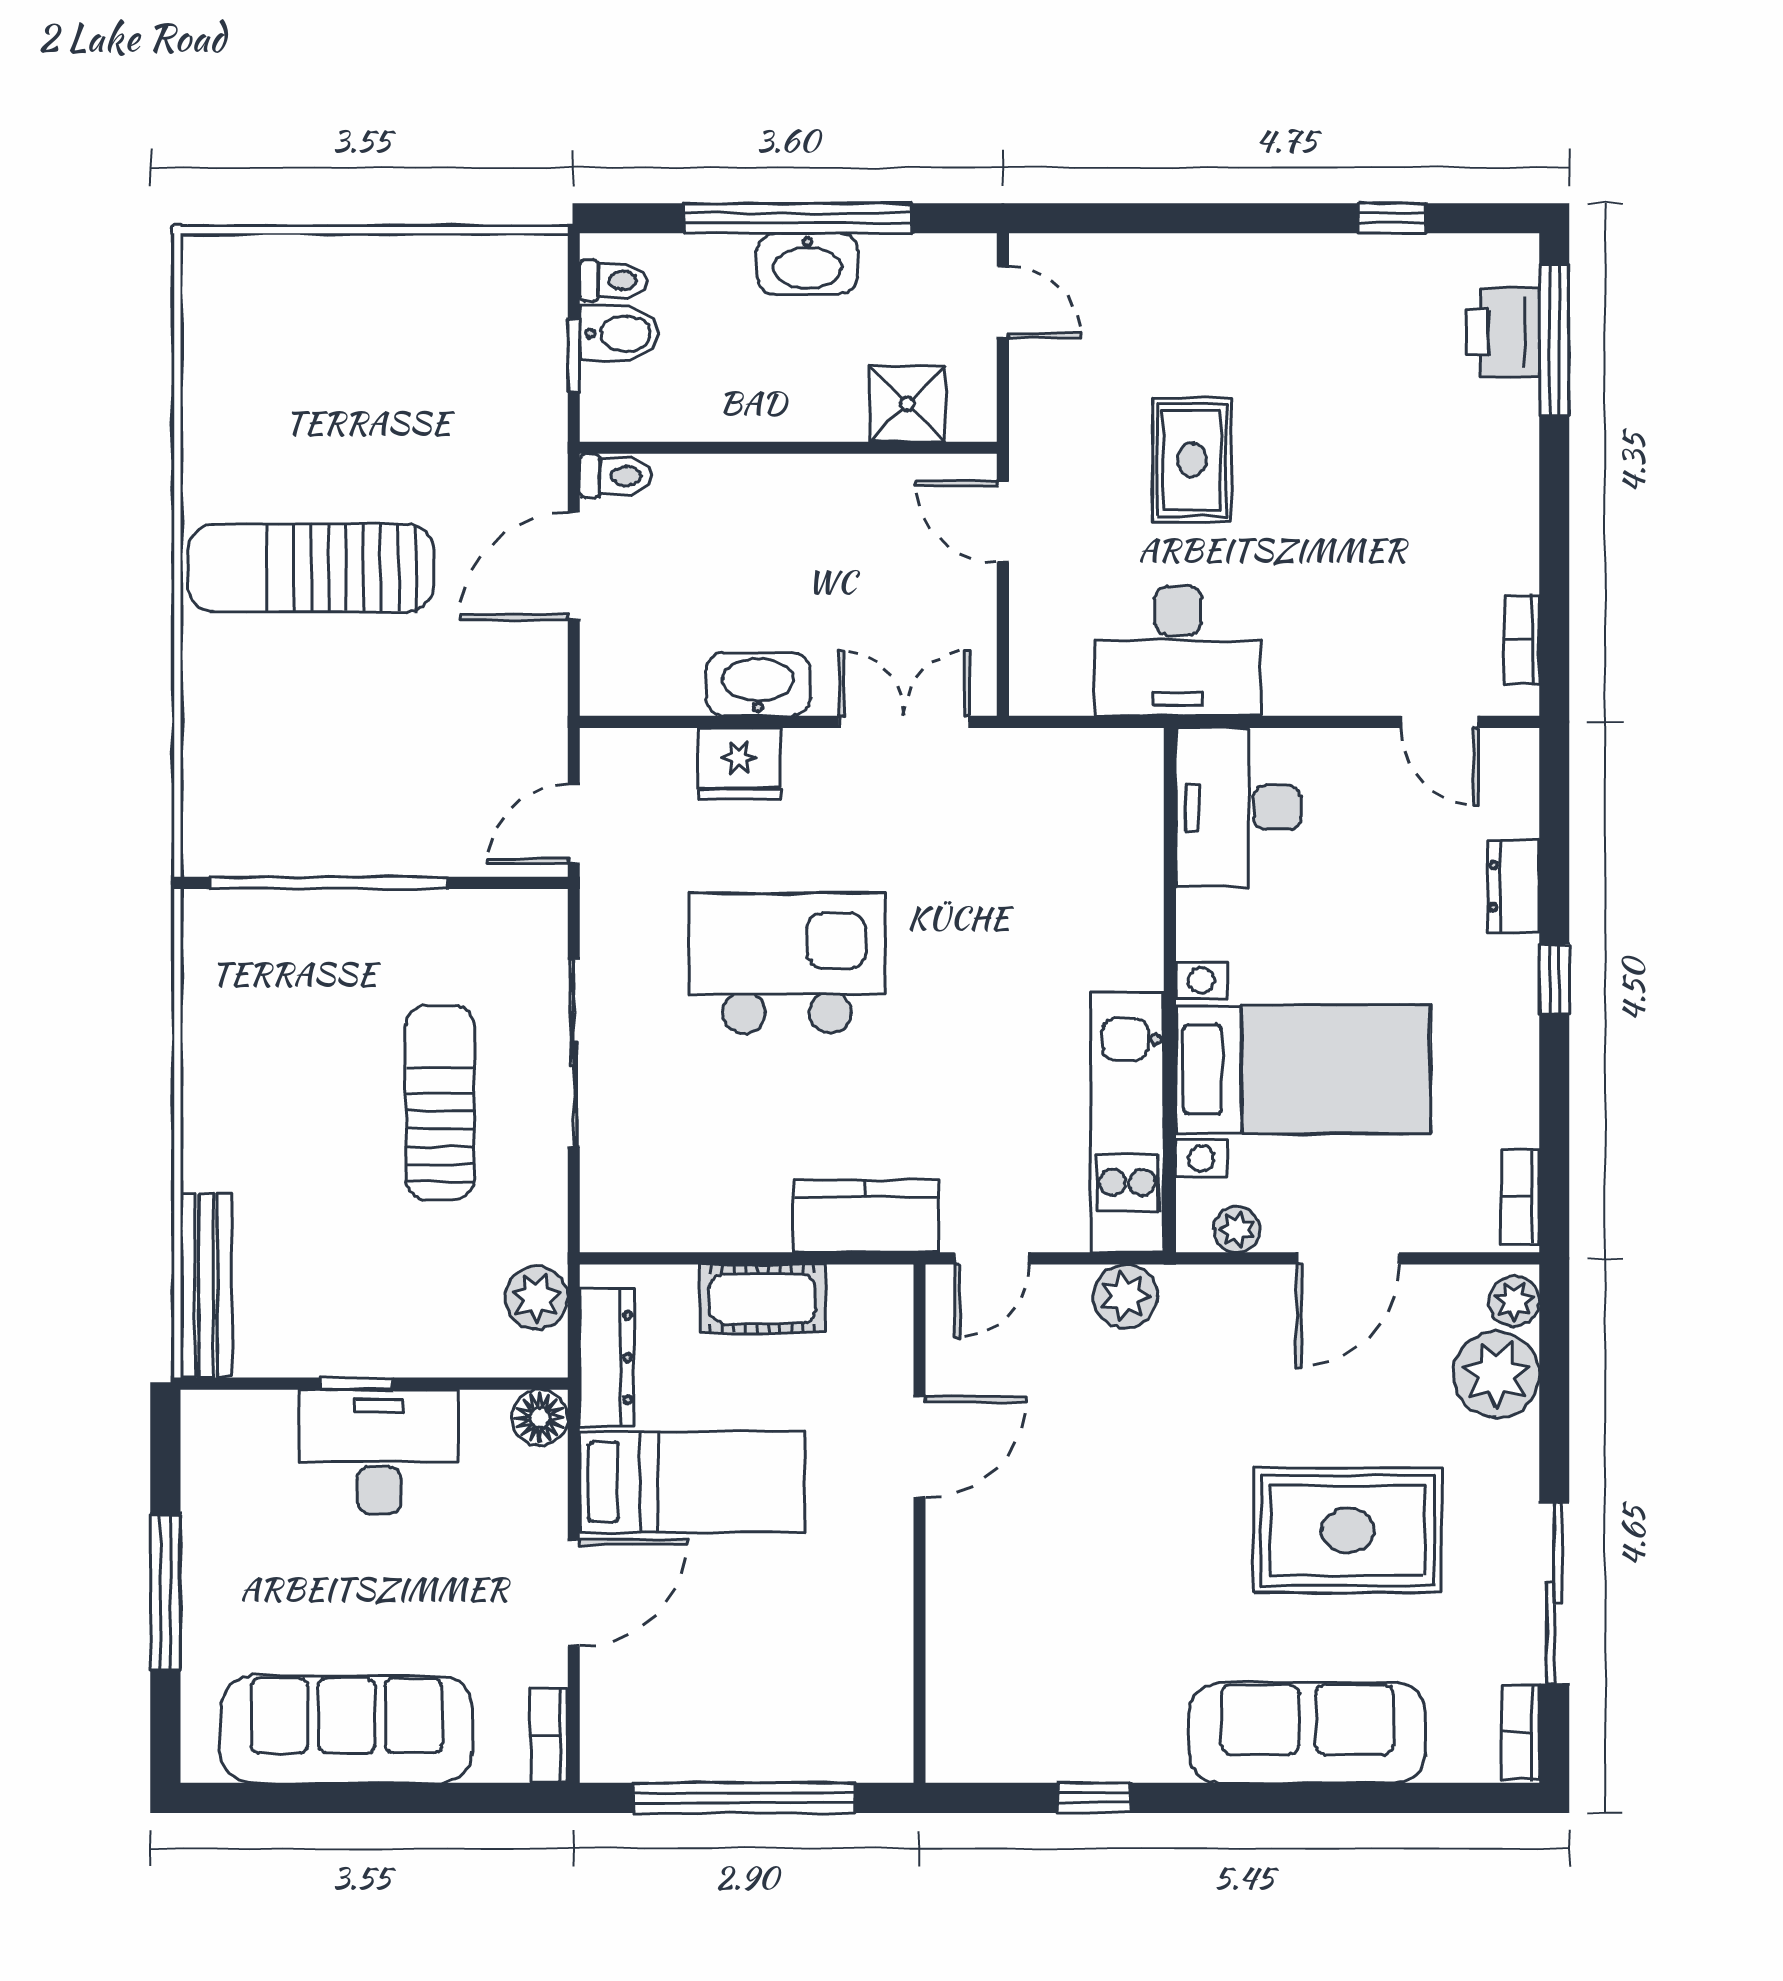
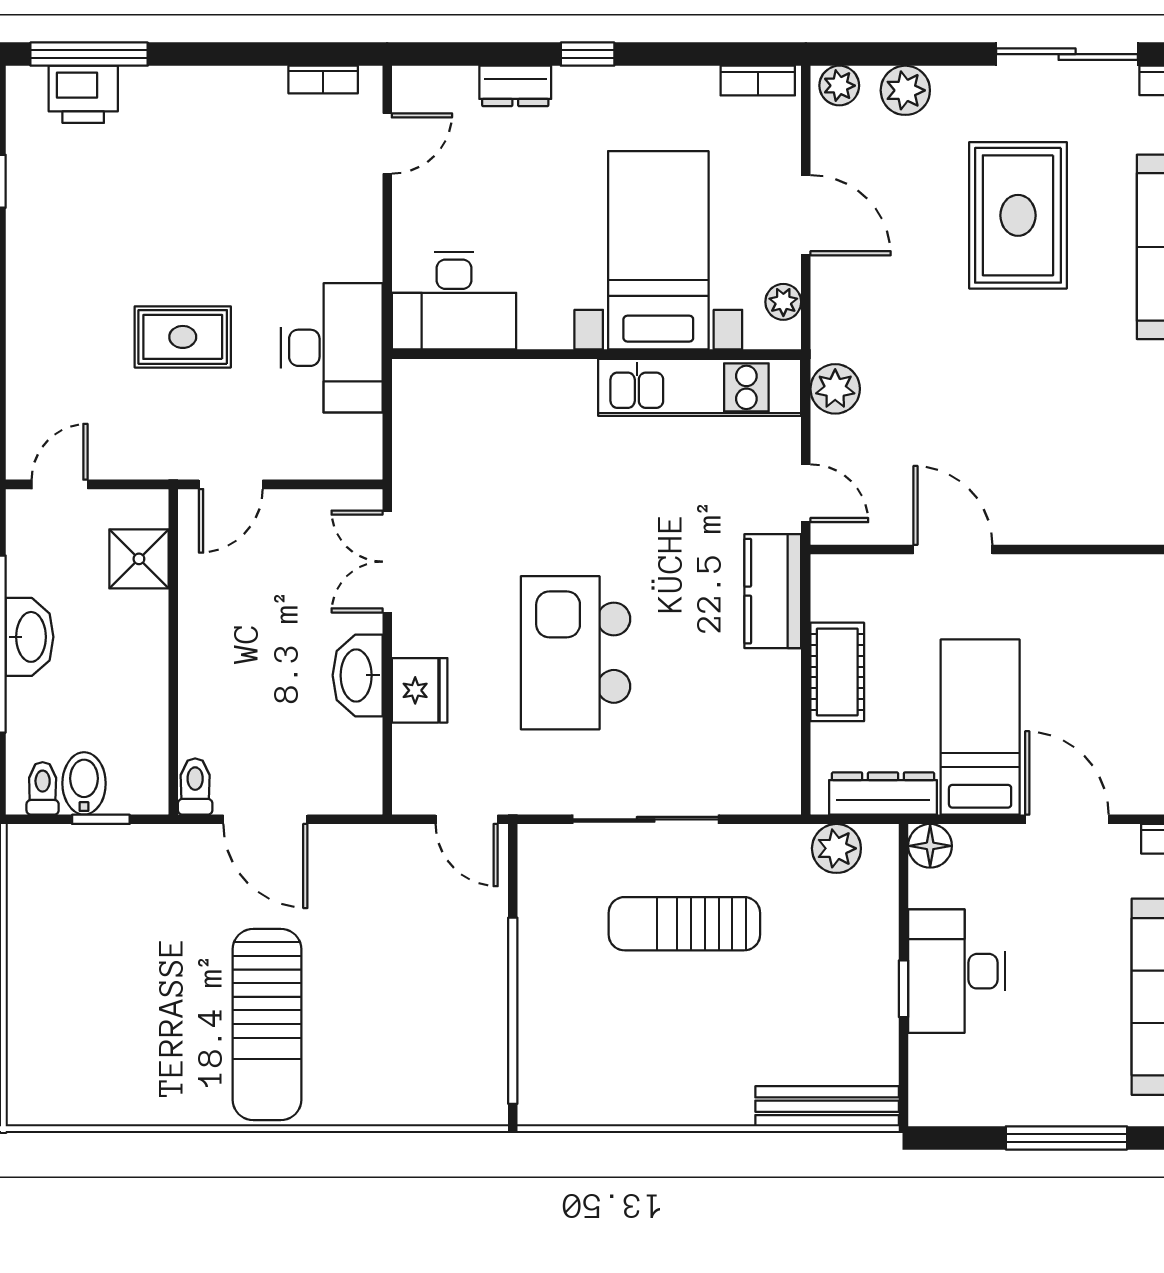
plant: (1496, 1374) -> (905, 90), width x0.73, depth x0.73

